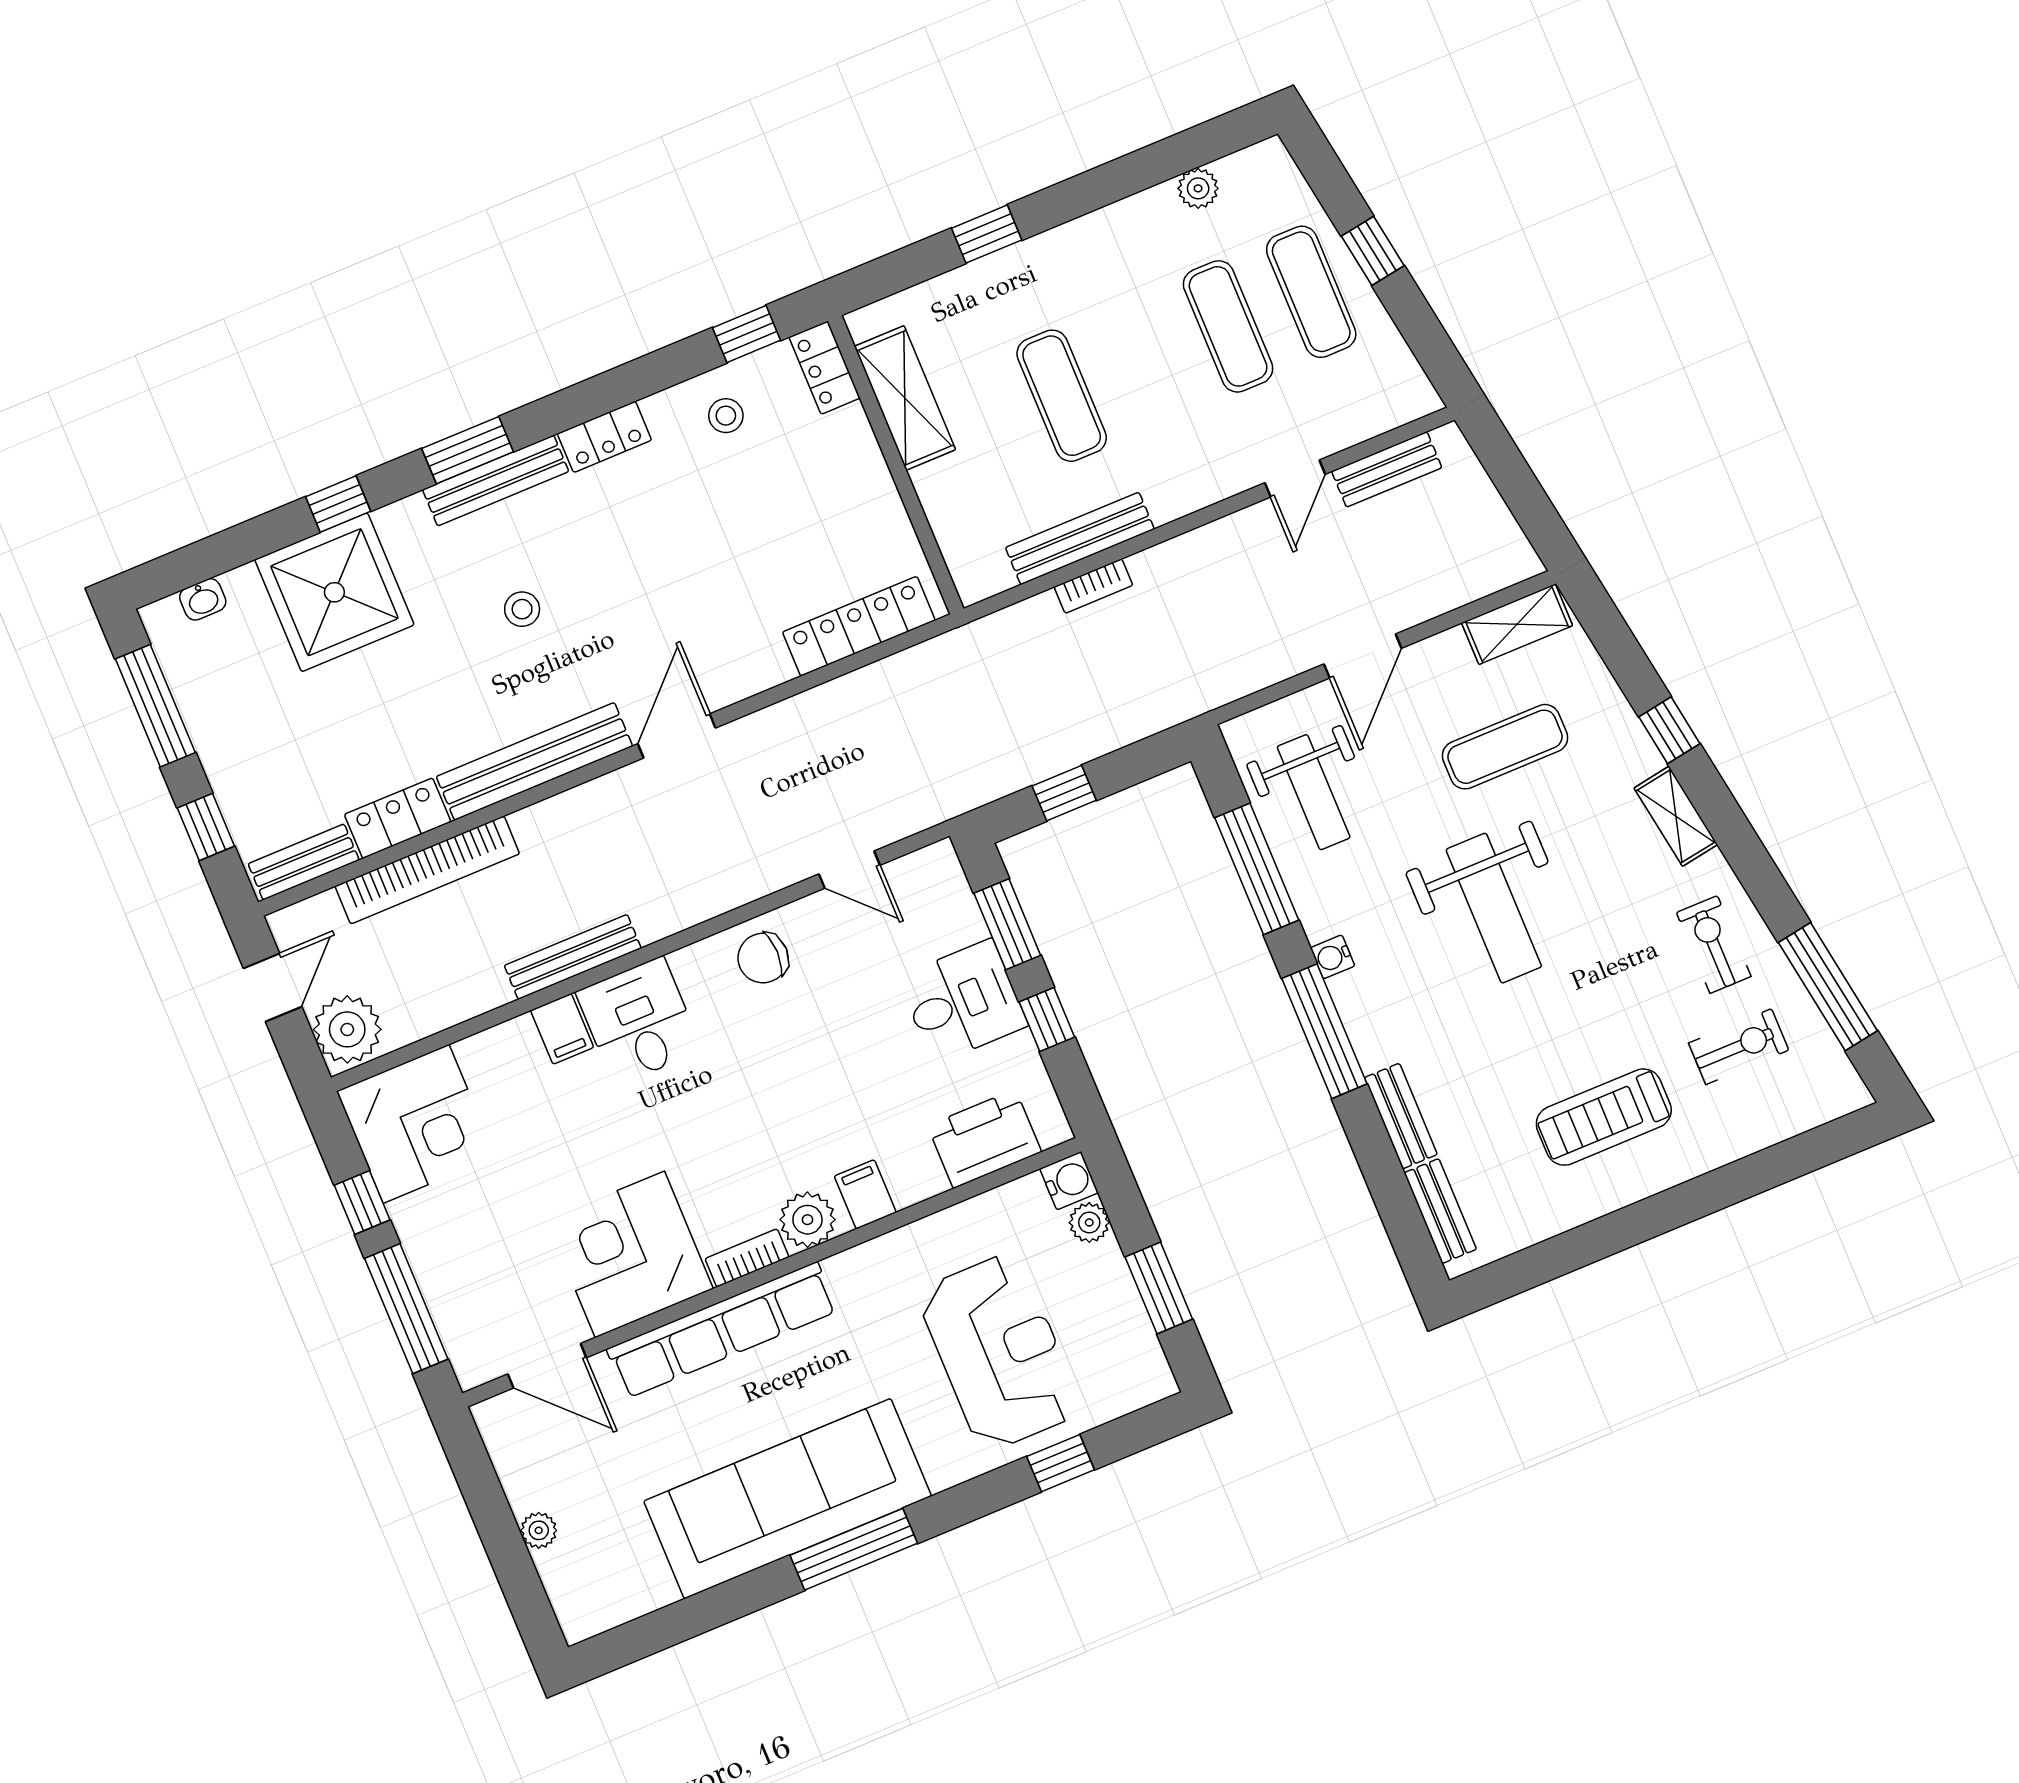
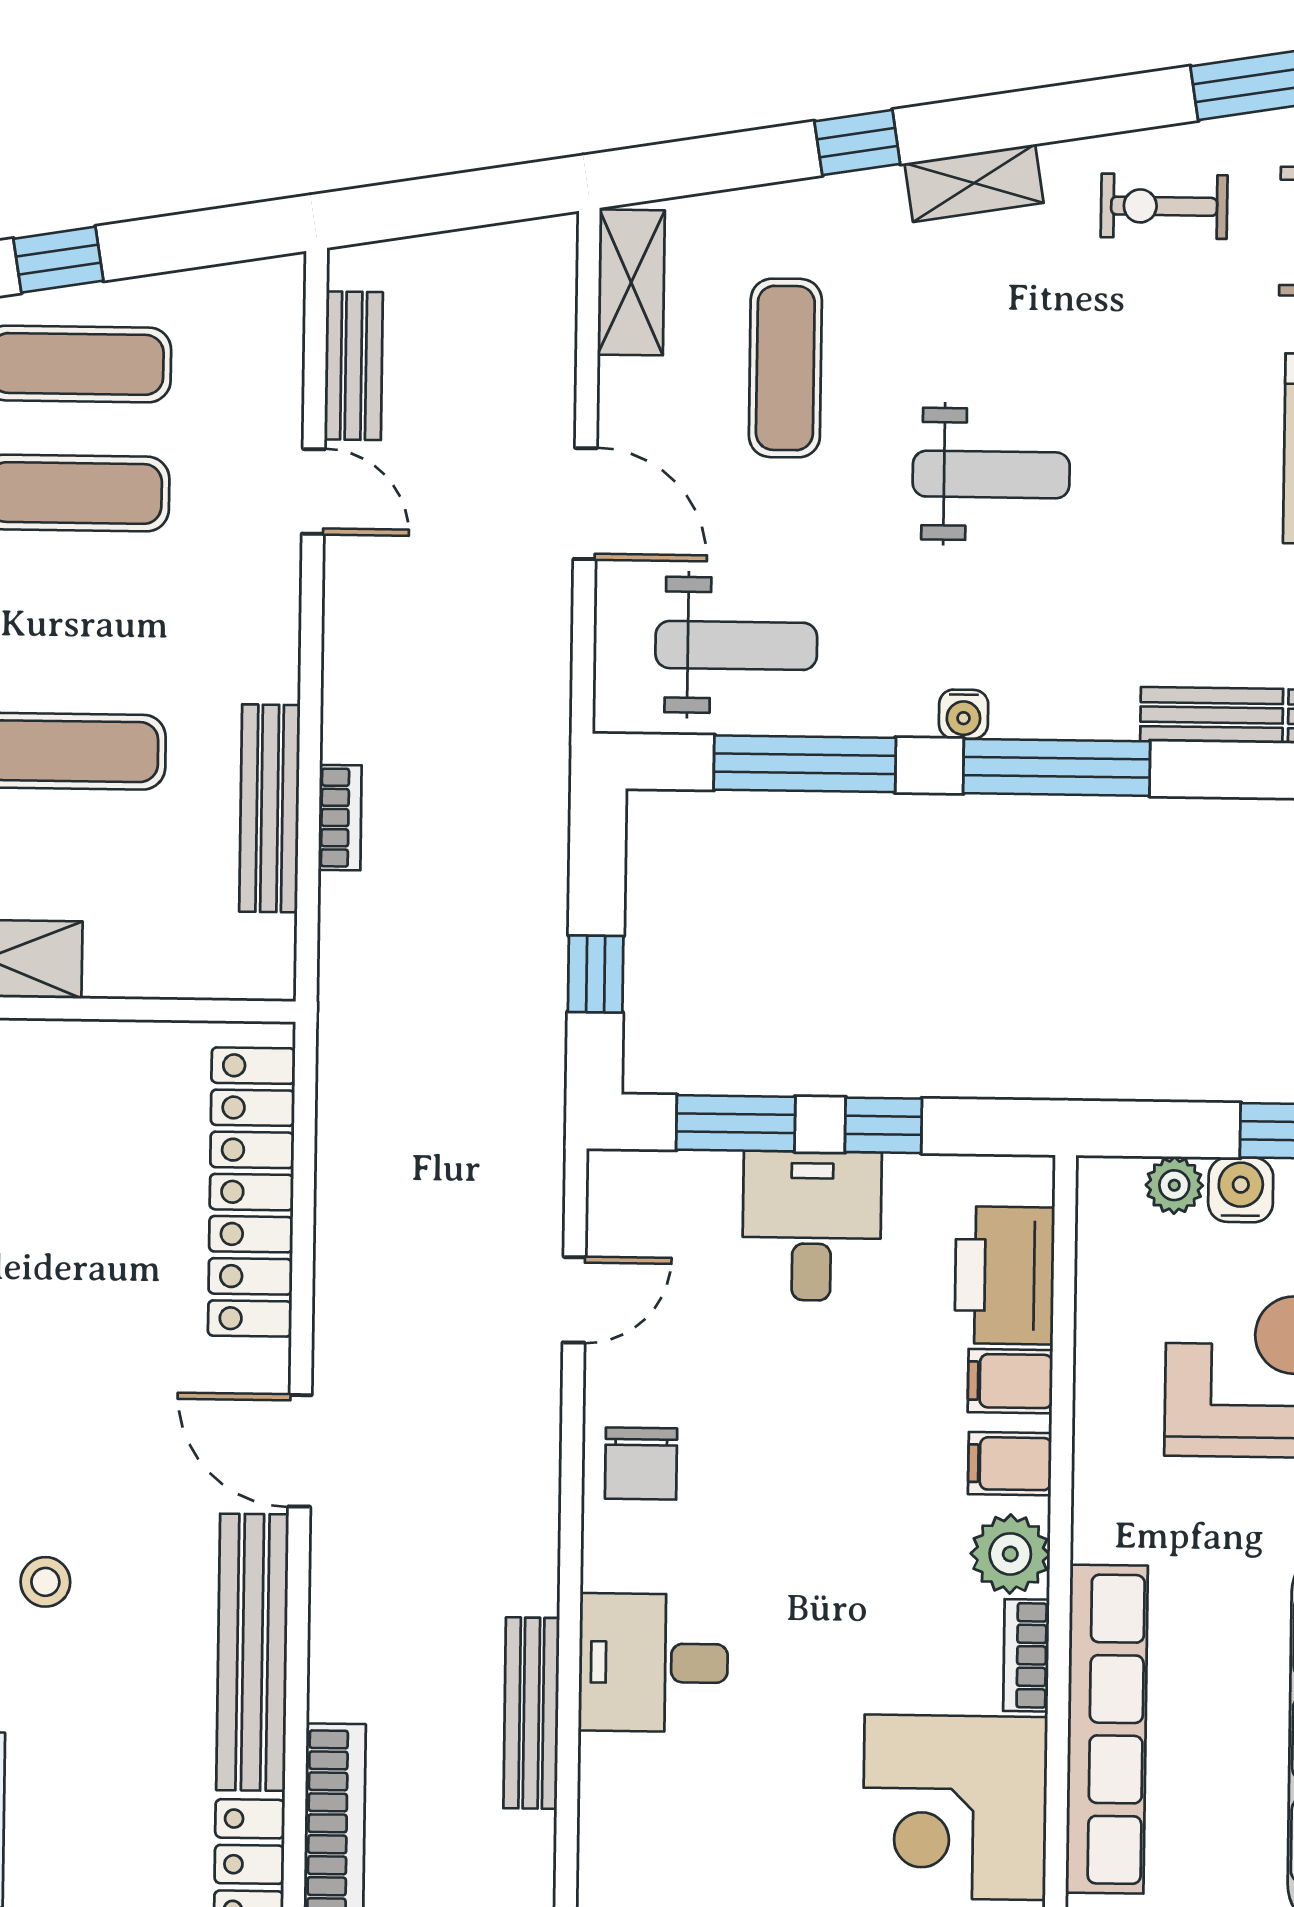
locker: (859, 626) -> (252, 1192), width x1.41, depth x1.21
weight bench: (1494, 908) -> (991, 474), width x0.73, depth x0.75
filing cabinet: (562, 1029) -> (1010, 1381), moved, turned 180
water cooler: (1069, 1181) -> (1241, 1190), moved

